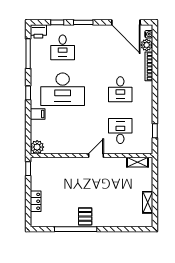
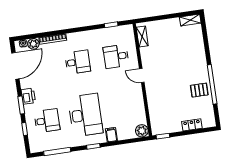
printer: (38, 31) -> (28, 96), moved
shelving: (148, 202) -> (190, 20), moved
pallet: (85, 216) -> (199, 90), moved

